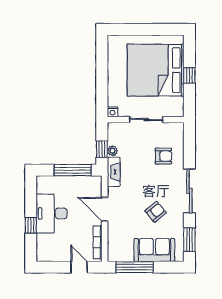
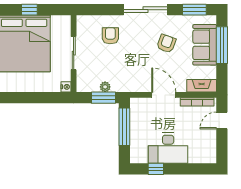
window: (102, 149) -> (104, 98), width x1.50
fireplace: (114, 172) -> (202, 86), moved
door: (105, 209) -> (164, 95), swing flipped
armchair: (156, 212) -> (166, 44), turned 60
window: (31, 225) -> (156, 169), moved
window: (135, 267) -> (222, 45), moved

